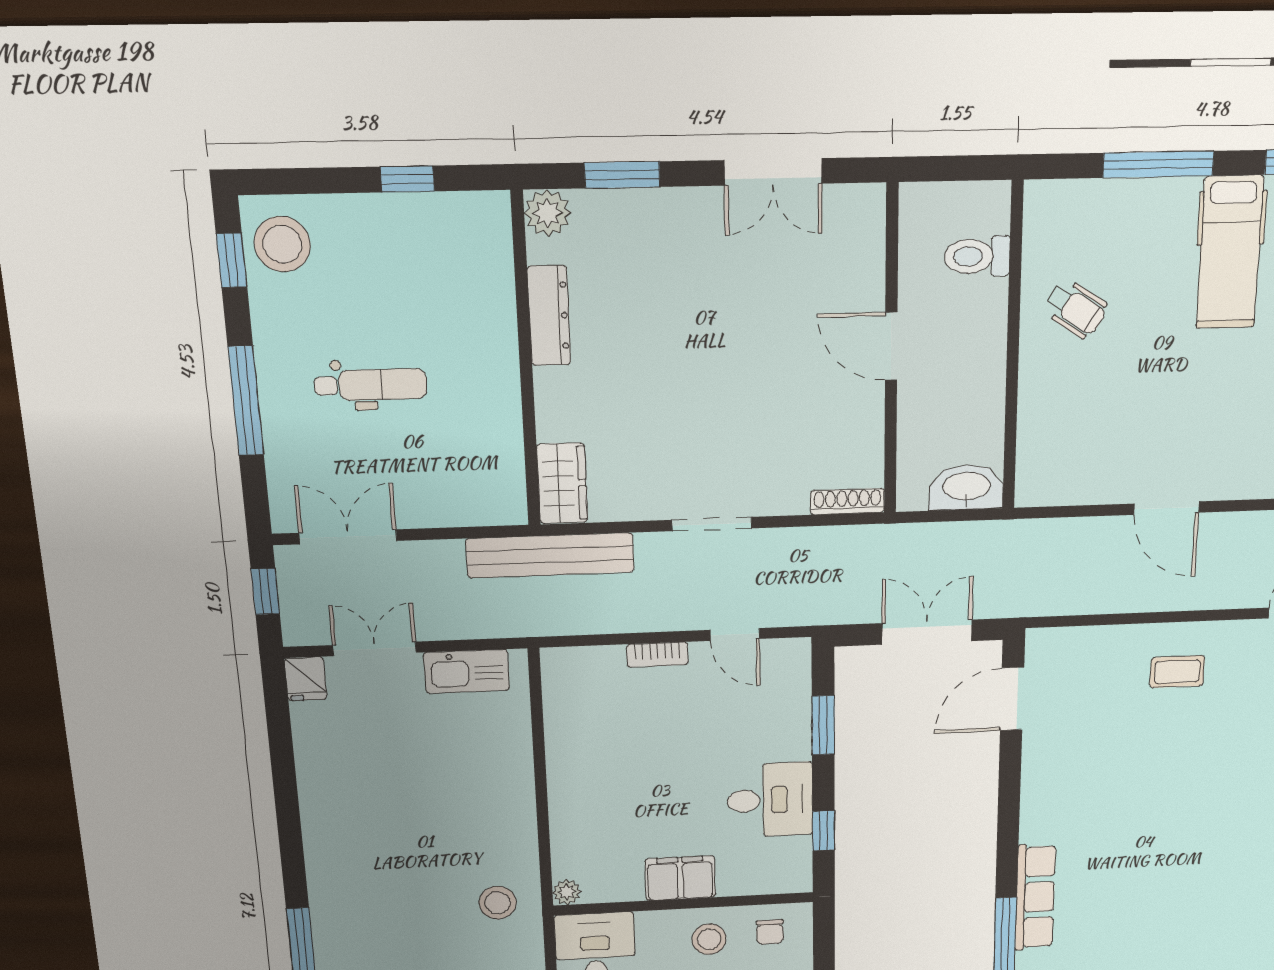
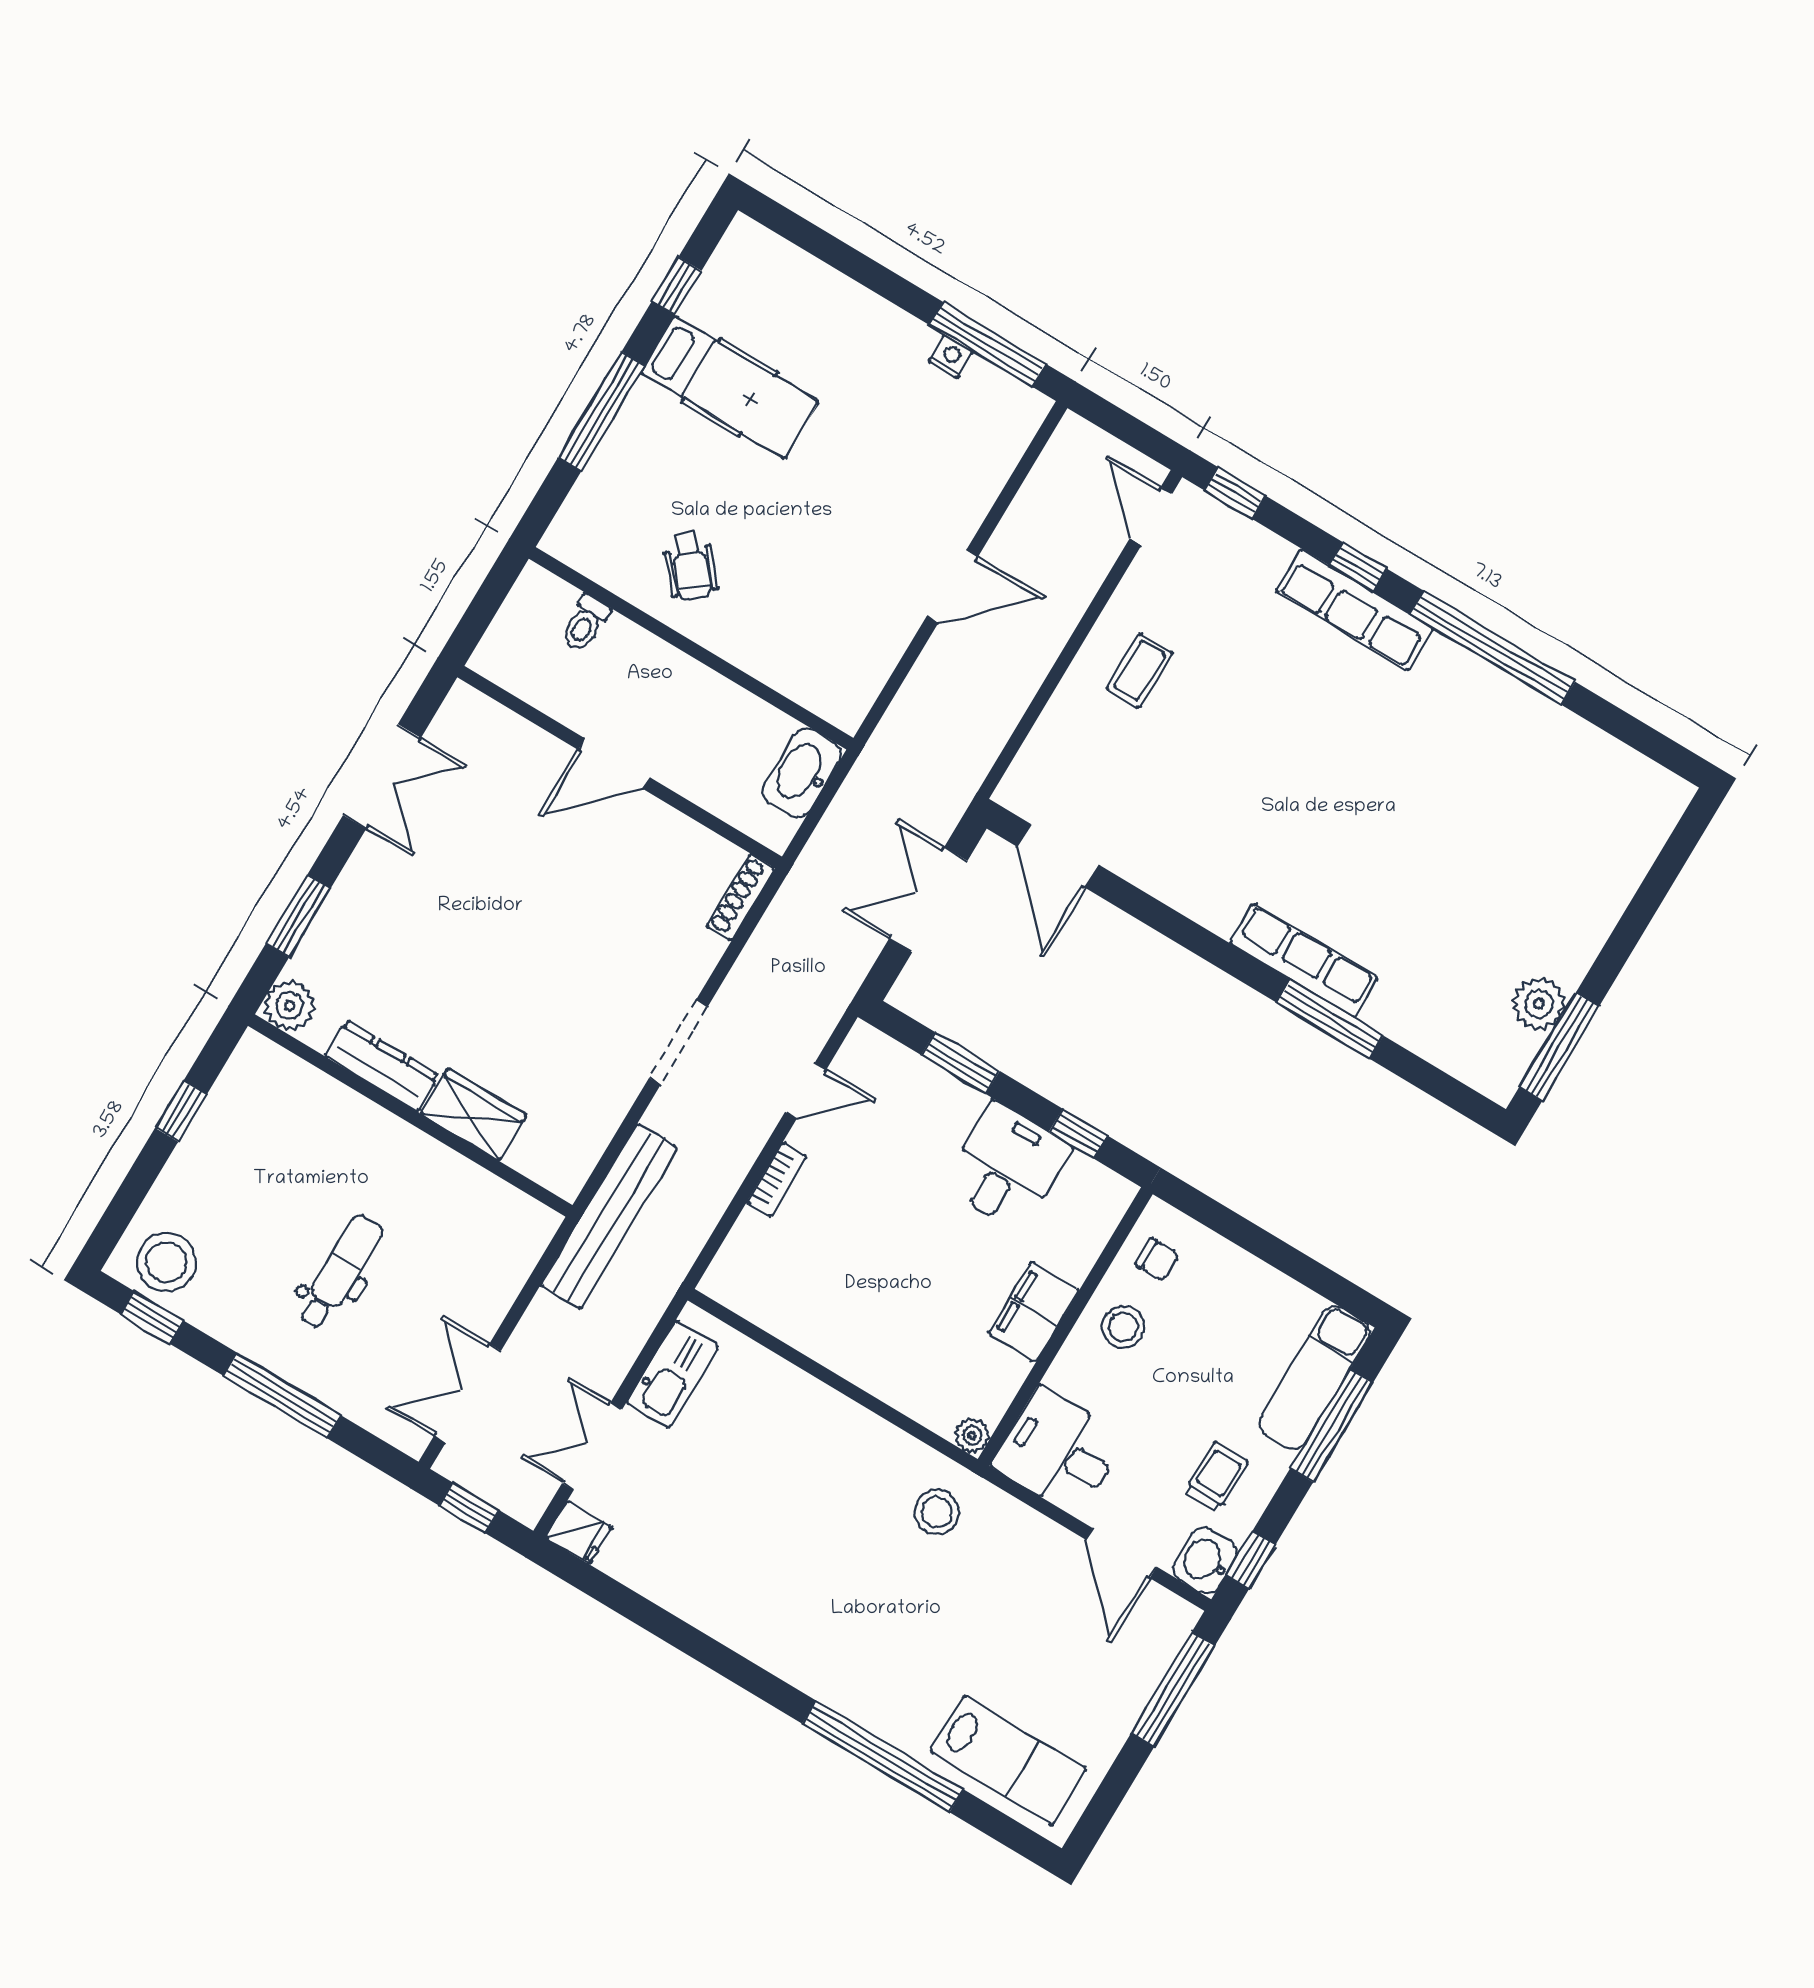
toilet: (977, 256) -> (585, 623), width x0.73, depth x0.72
wheelchair: (1076, 309) -> (690, 566), turned 106
wardrobe: (562, 483) -> (474, 1115), moved

